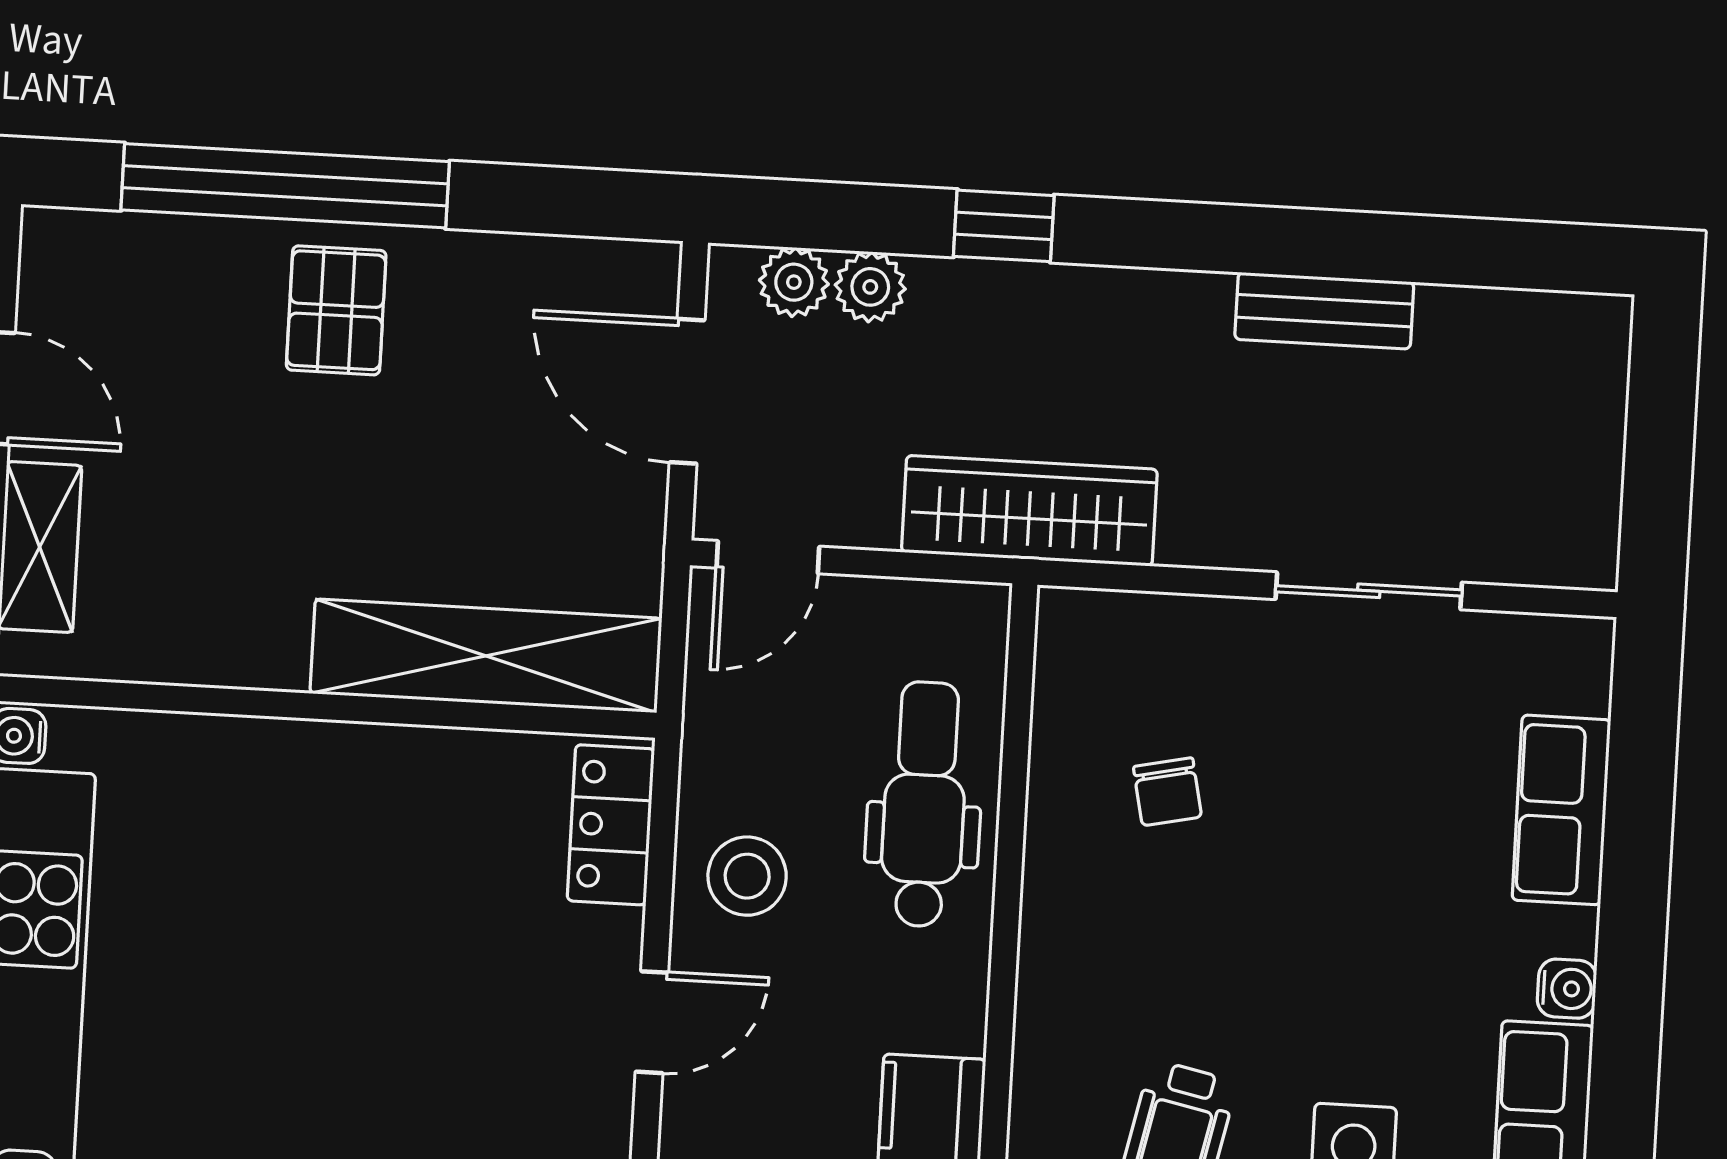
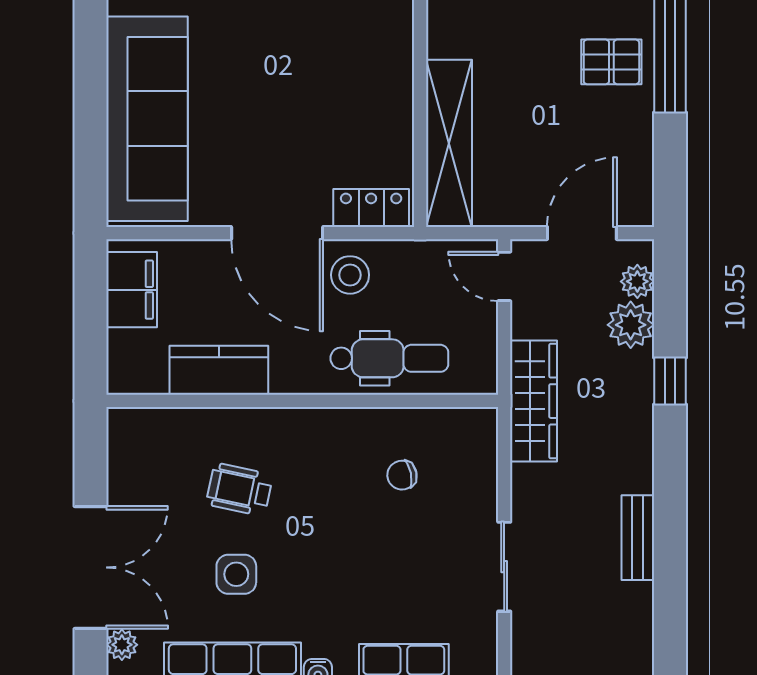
plant: (870, 287) -> (631, 325), width x1.38, depth x1.38
door: (652, 1022) -> (277, 233), width x1.88

